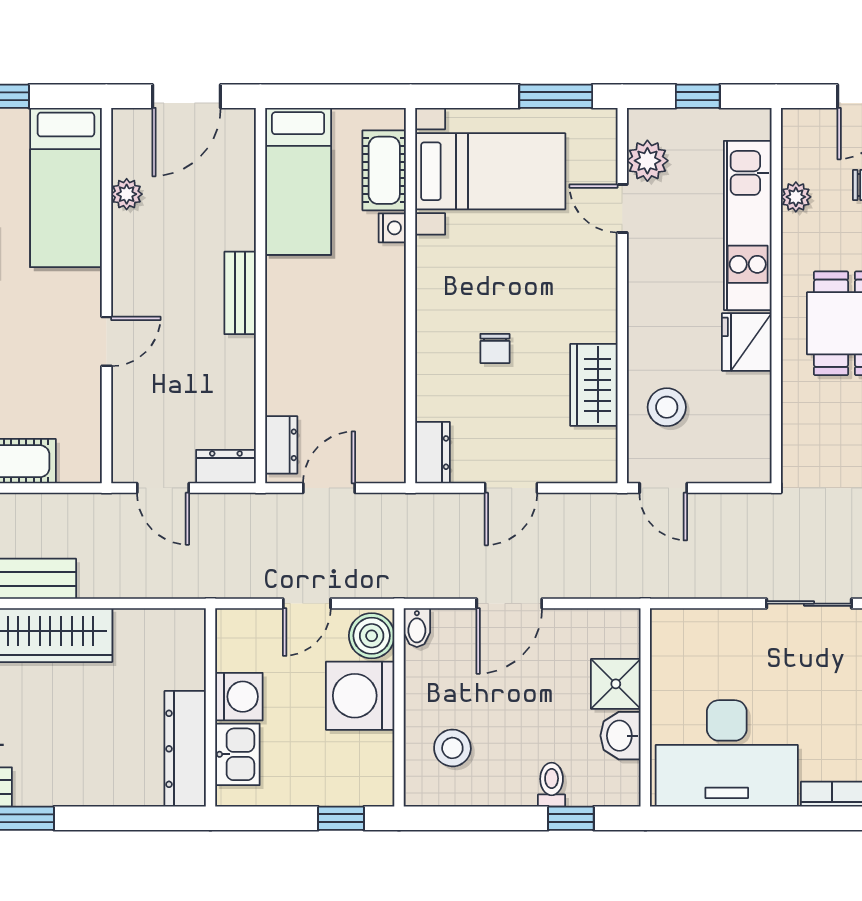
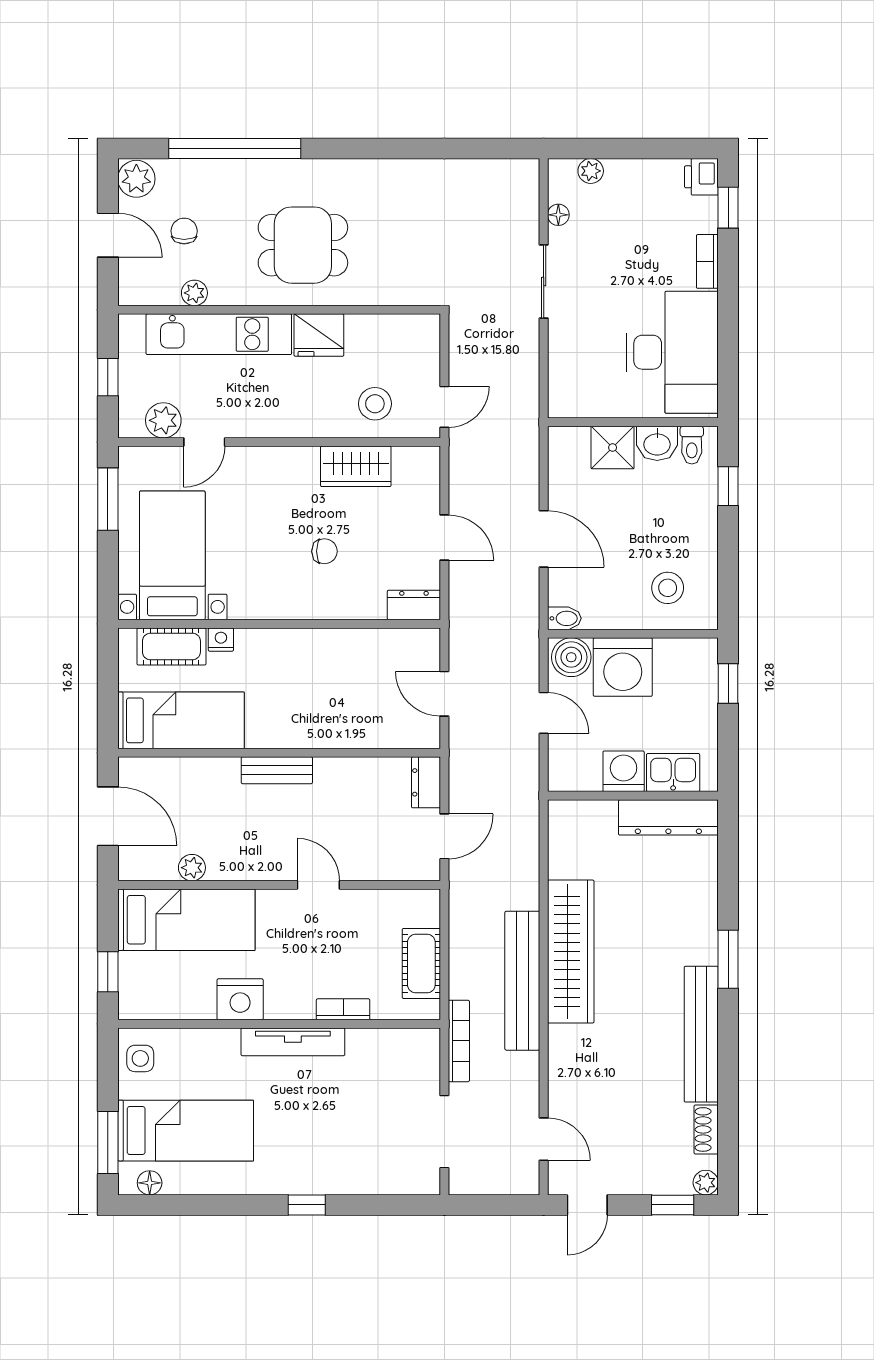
dresser: (281, 445) -> (407, 735), removed
toilet: (552, 785) -> (692, 445), moved, turned -90

